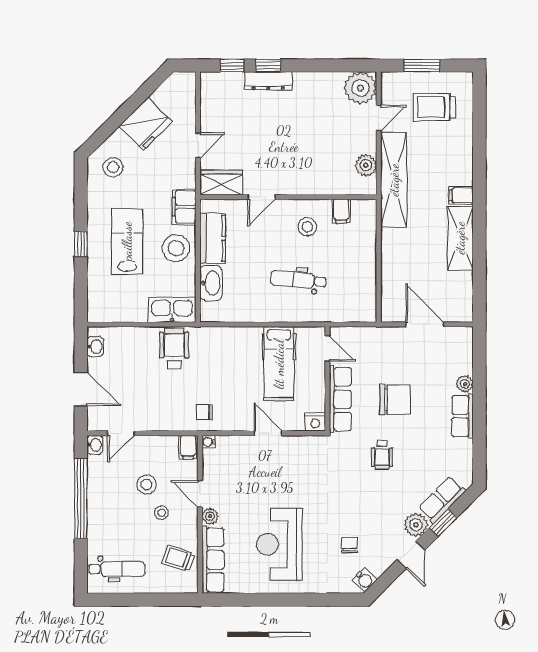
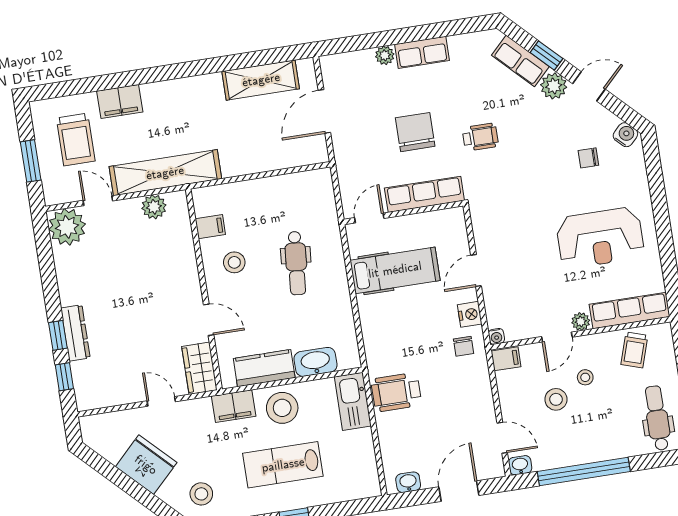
filing cabinet: (461, 195) -> (120, 101), moved, width x2.00
shelving: (460, 238) -> (261, 80), moved
nightstand: (315, 422) -> (470, 314), moved

